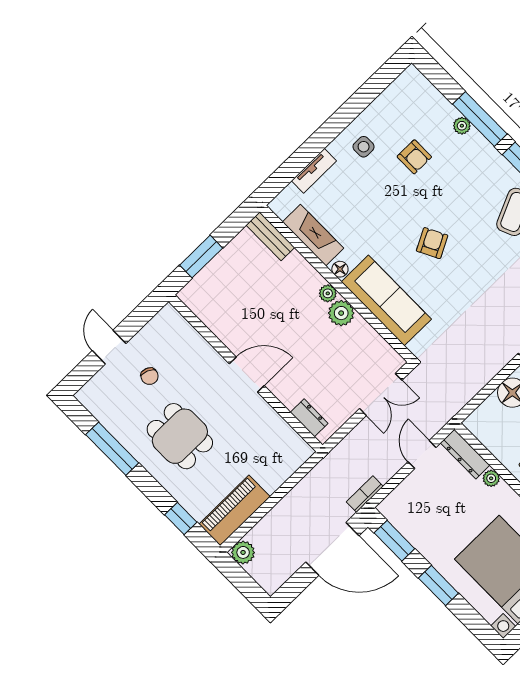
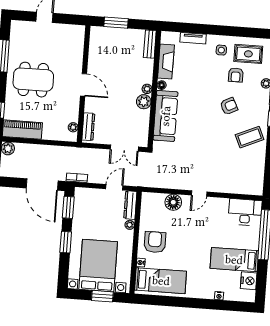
rug: (401, 115) -> (248, 54), added
armchair: (432, 243) -> (229, 106), moved
chair: (150, 376) -> (47, 45), removed
dresser: (309, 418) -> (88, 127), width x1.44
dining table: (180, 436) -> (33, 80), width x1.38
plant: (292, 439) -> (73, 127), added

